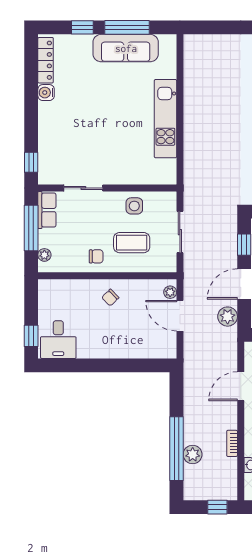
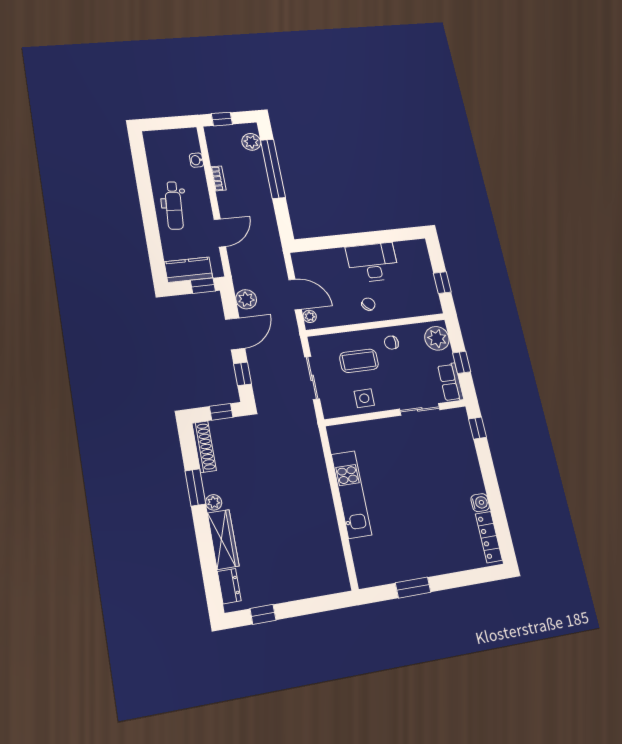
window: (82, 27) -> (460, 579), removed
window: (127, 27) -> (413, 588), width x0.69
sofa: (126, 48) -> (410, 564), removed
window: (31, 228) -> (462, 362), width x0.46
plant: (44, 255) -> (437, 338), width x1.87, depth x1.87
window: (31, 336) -> (442, 283), moved
desk: (58, 340) -> (373, 262), moved, width x1.37
plant: (193, 454) -> (251, 142), moved

